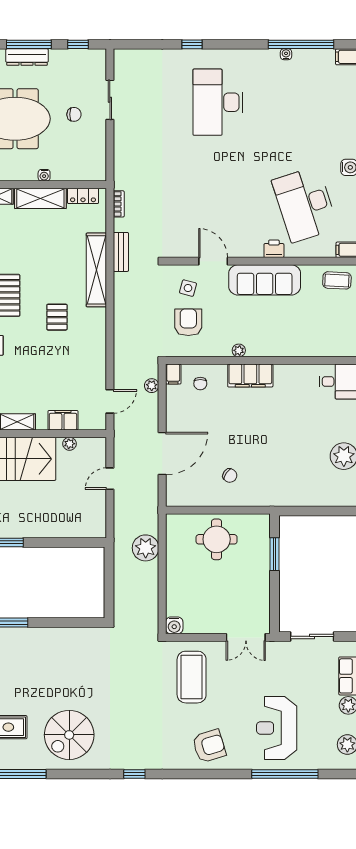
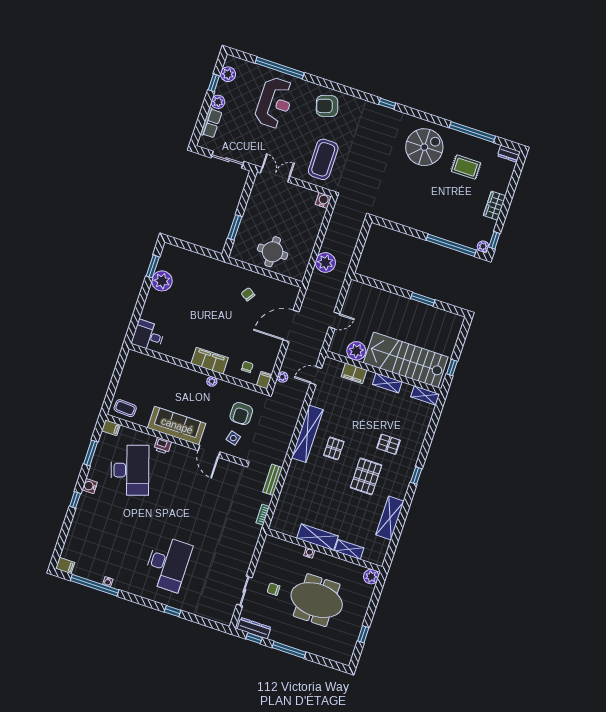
dresser: (27, 57) -> (254, 628), moved
locker: (83, 196) -> (286, 529), removed
shelving: (96, 270) -> (307, 434), moved
plant: (69, 444) -> (356, 351), width x1.87, depth x1.87

